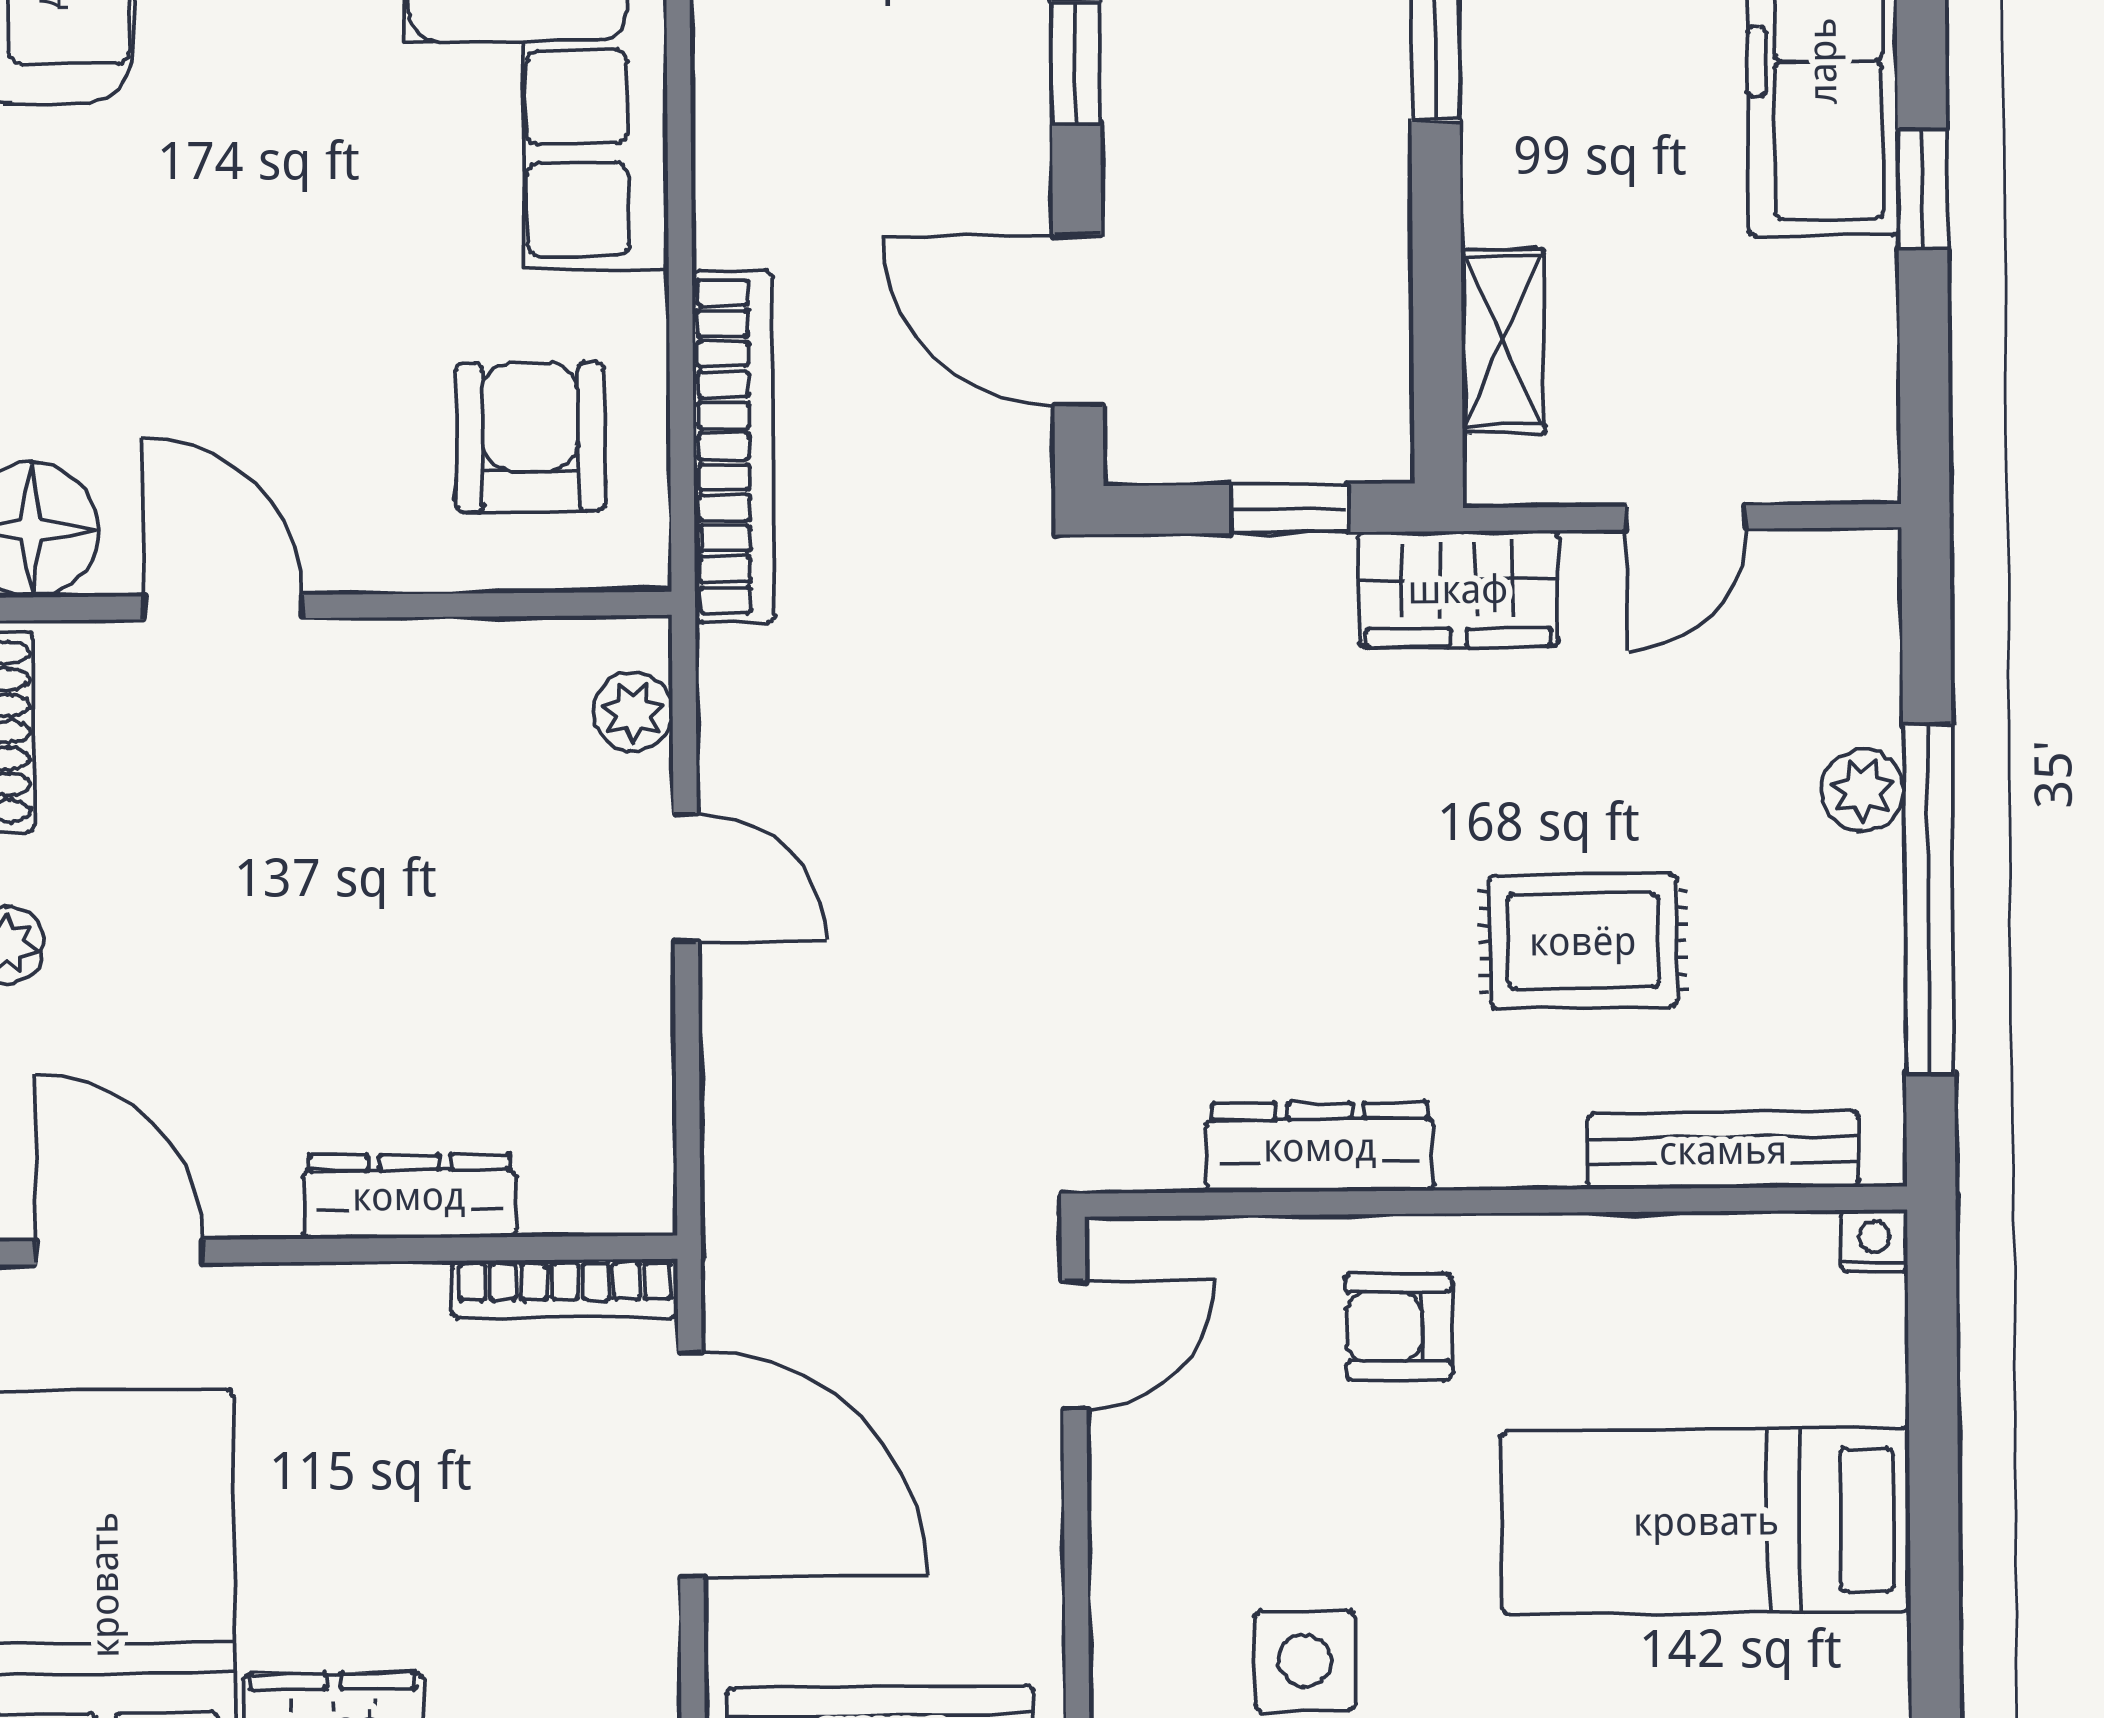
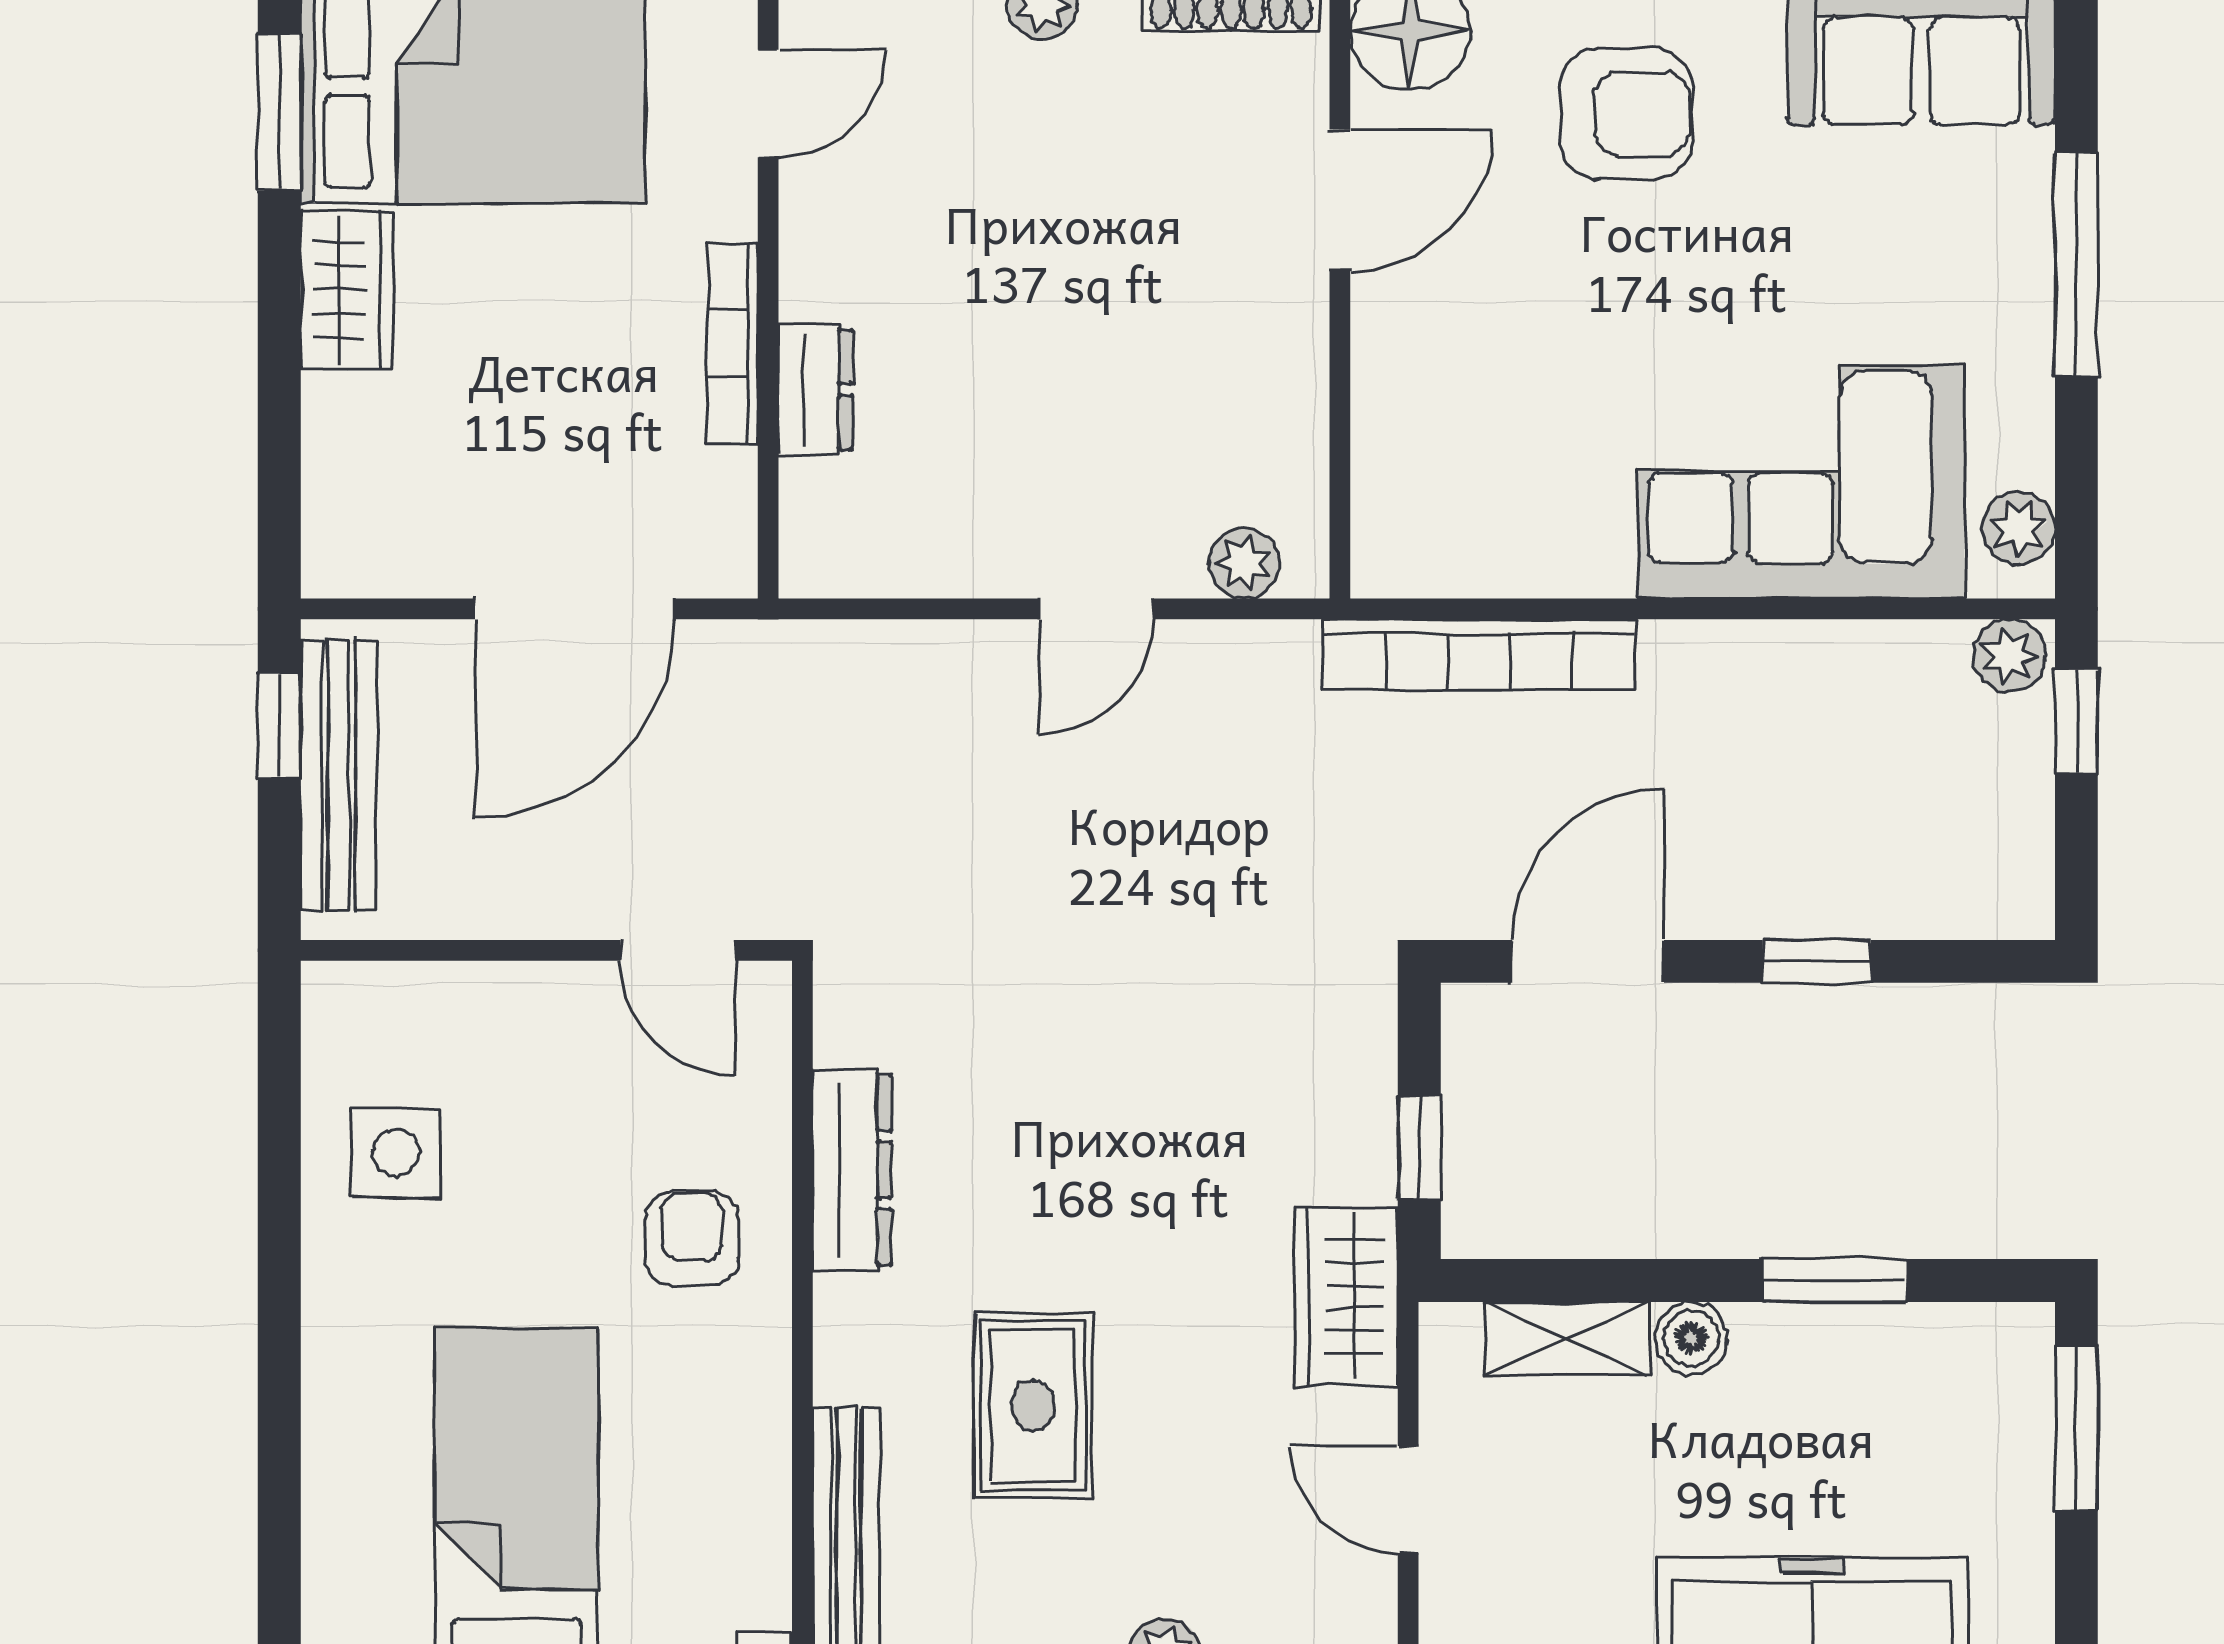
boiler: (1501, 200) -> (1691, 1338), added
armchair: (530, 437) -> (1626, 114), moved
dresser: (409, 1196) -> (815, 390), width x0.70
door: (120, 1252) -> (768, 103), width x0.73
bookcase: (565, 1289) -> (732, 344), moved

